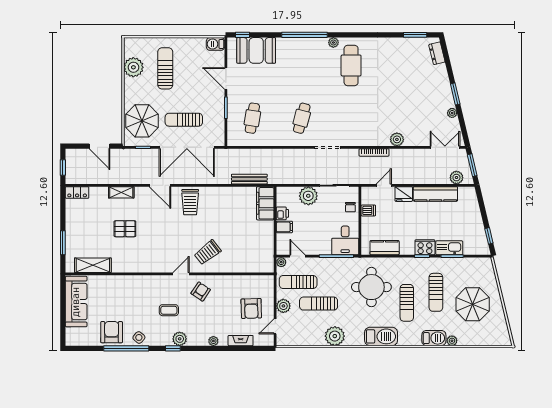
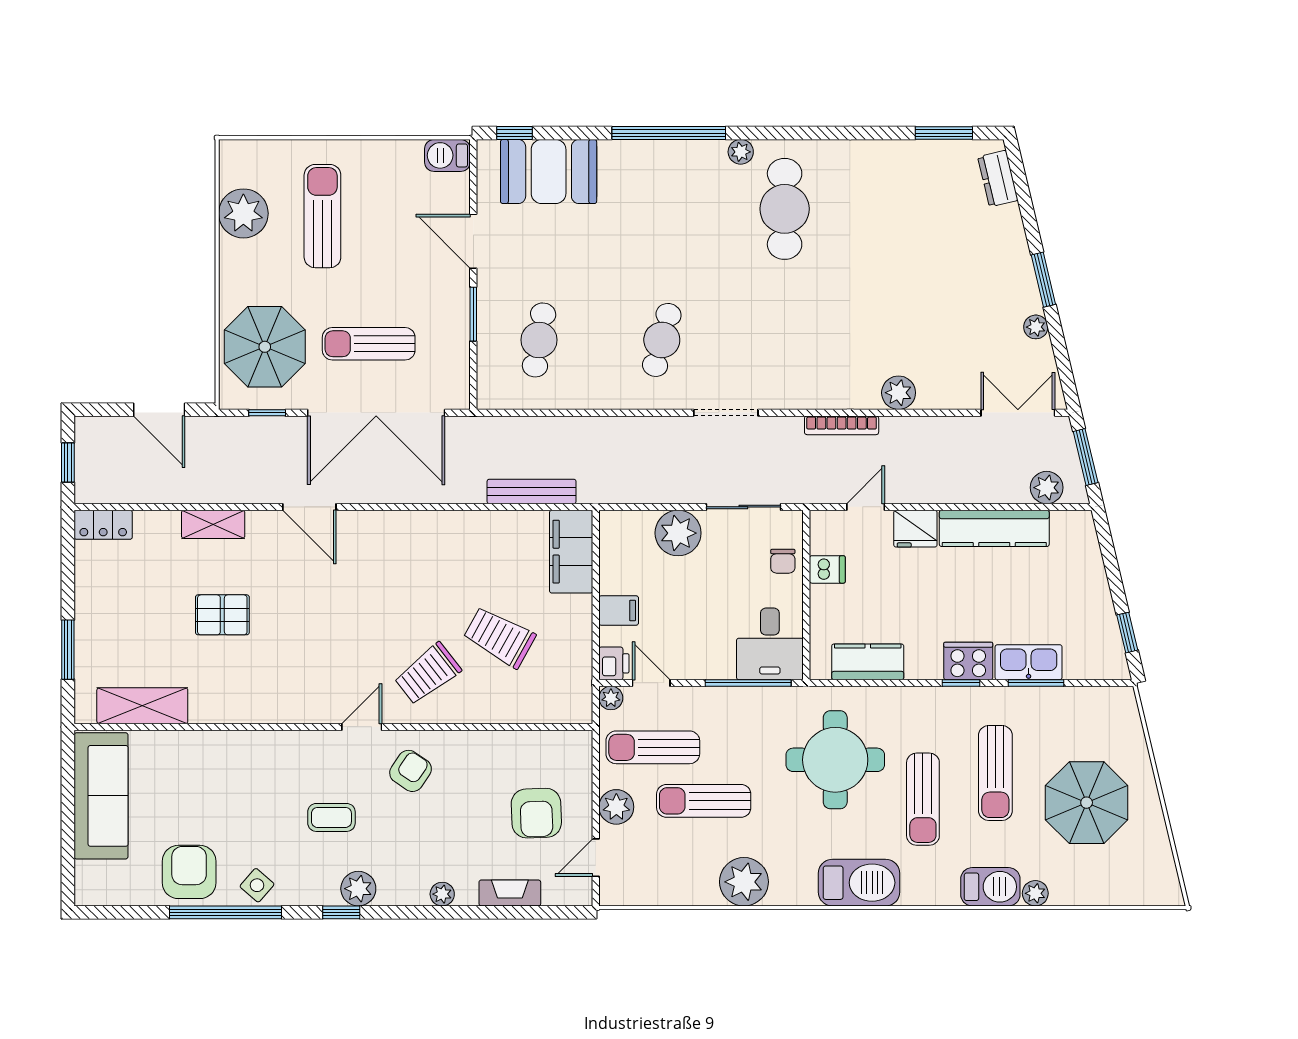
trolley: (190, 202) -> (499, 637), moved, turned 119
printer: (282, 213) -> (614, 663), moved

